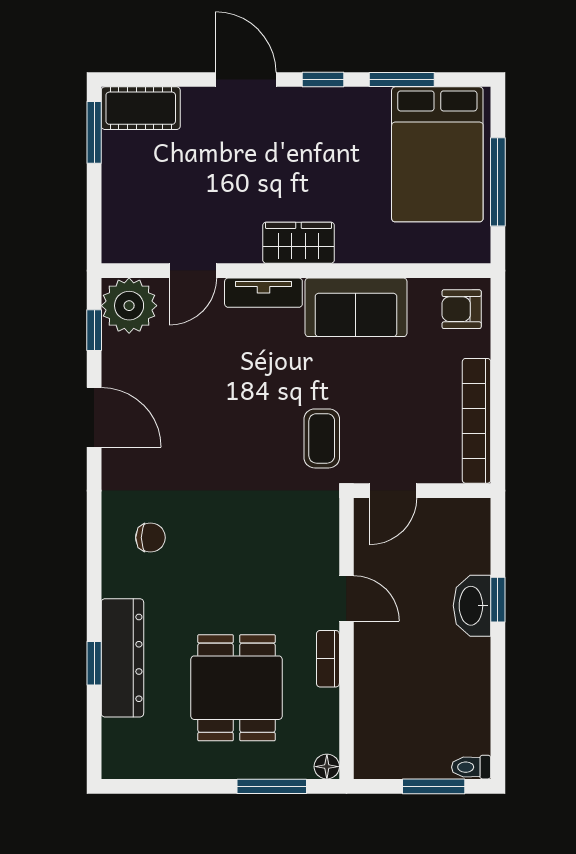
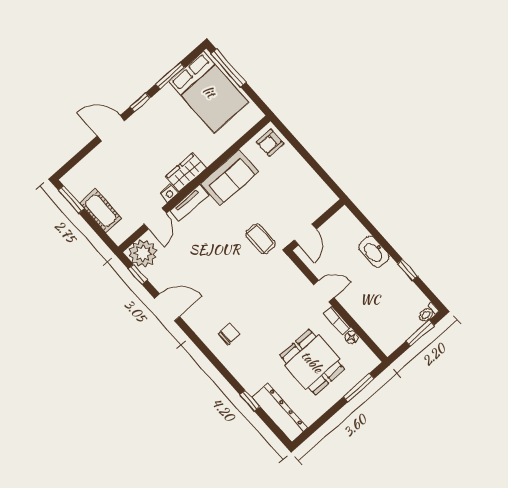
cot: (141, 108) -> (101, 211), moved, turned 90
window: (498, 182) -> (228, 68), moved
nightstand: (246, 251) -> (169, 193), added
bookcase: (477, 421) -> (313, 180), removed
window: (498, 600) -> (407, 270), moved
dresser: (122, 658) -> (280, 413), moved
floor lamp: (327, 767) -> (351, 337), moved

